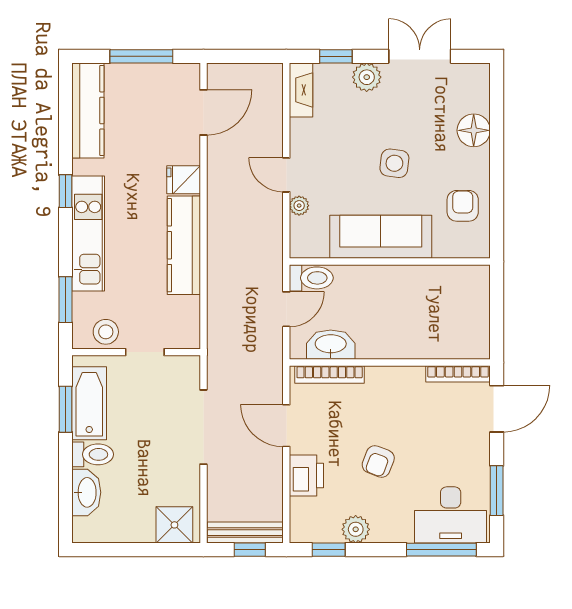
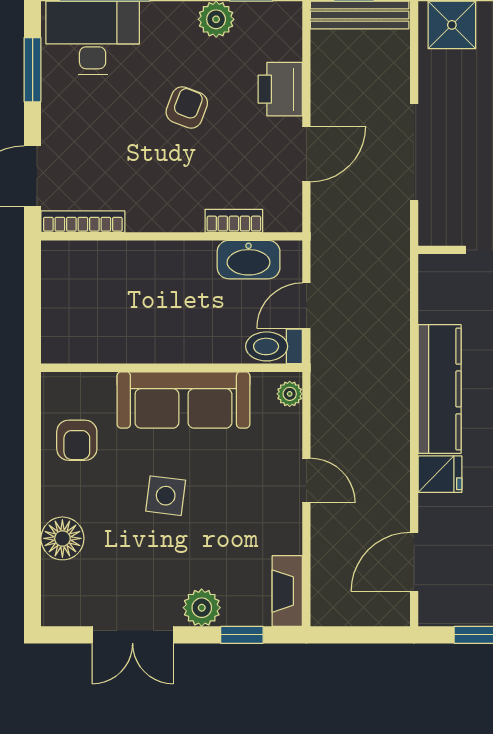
plant: (299, 206) -> (290, 394), moved
bookcase: (330, 374) -> (234, 221), width x0.64
door: (286, 426) -> (306, 154), hinge flipped

